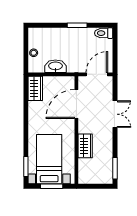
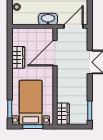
washbasin: (55, 66) -> (48, 19), moved
wardrobe: (35, 88) -> (18, 57), moved
wardrobe: (85, 146) -> (63, 114), moved

